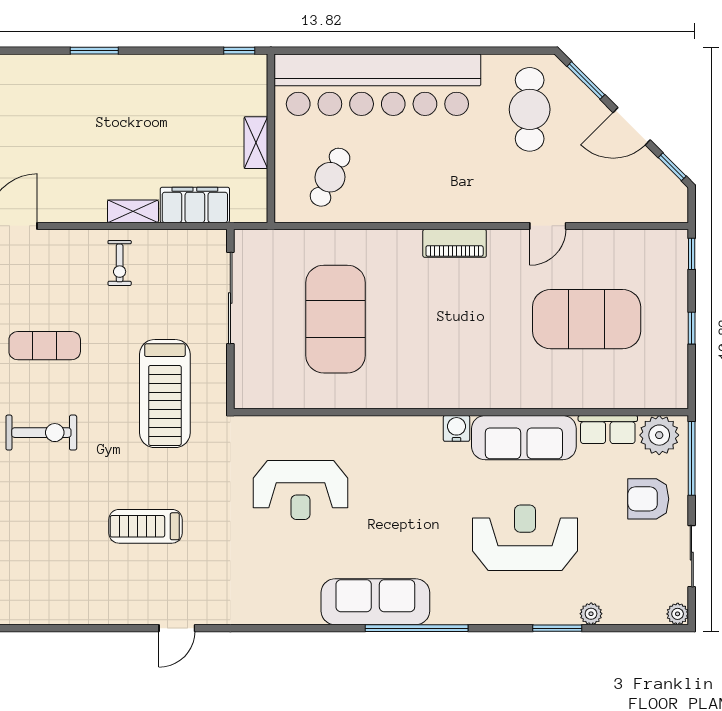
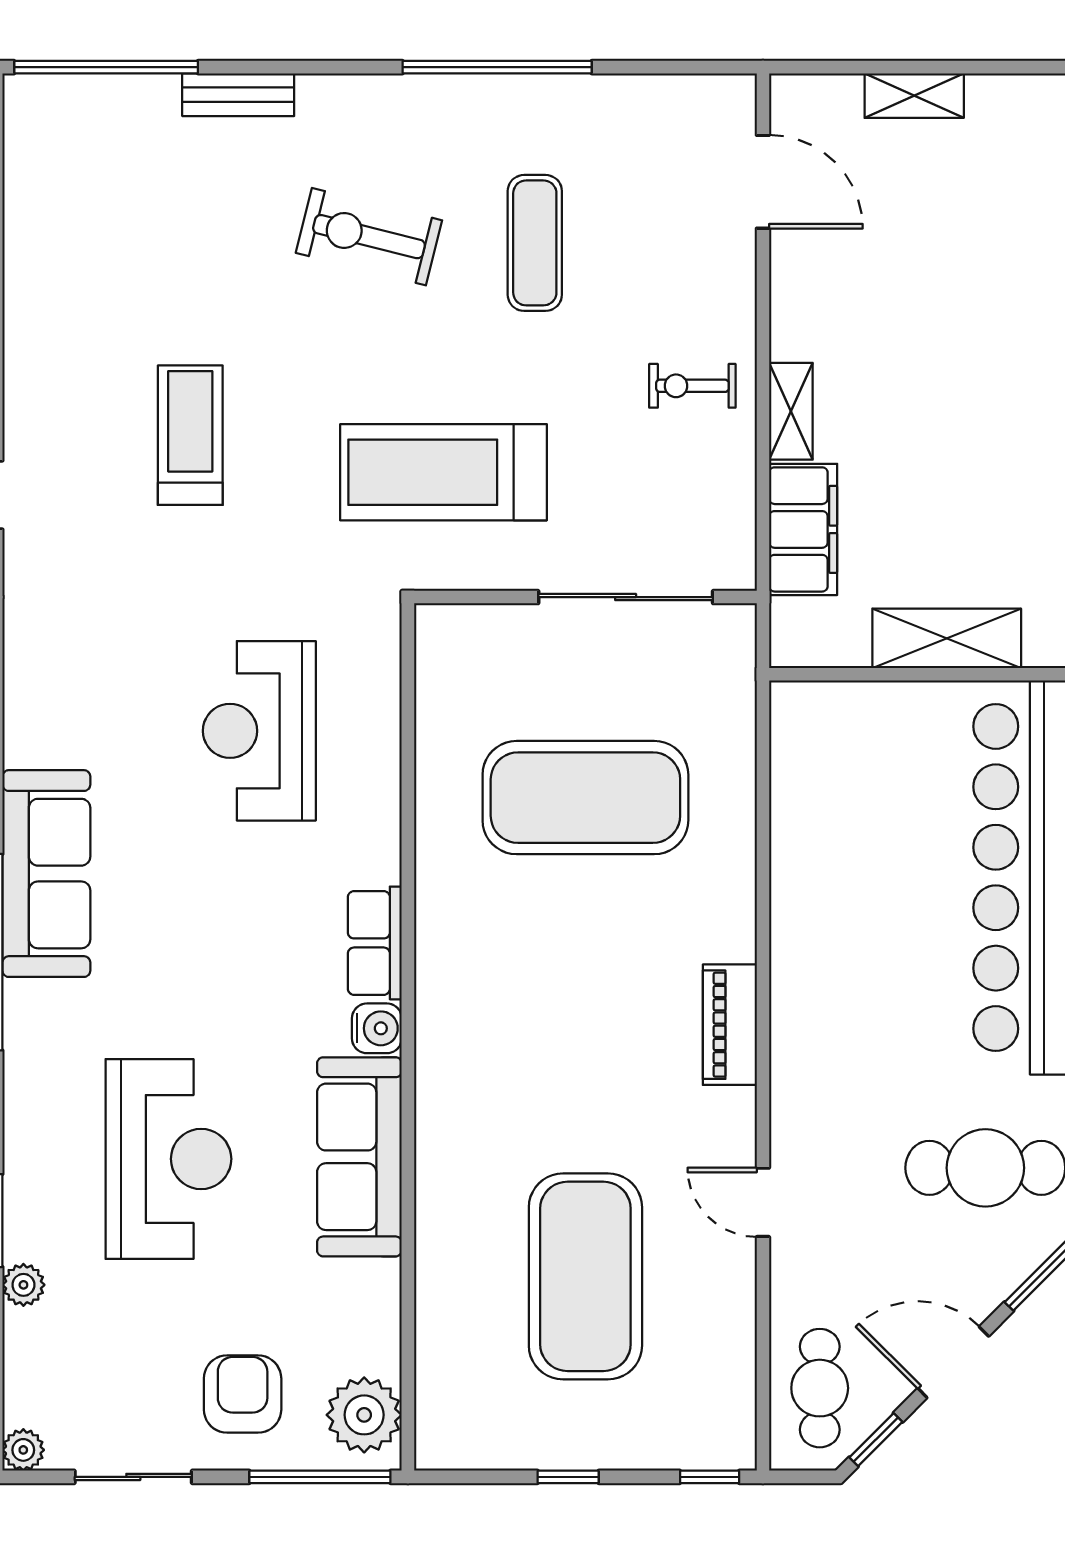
door: (632, 126) -> (953, 1362), hinge flipped
shelving: (256, 143) -> (947, 638), width x1.50, depth x1.33
cafe table: (330, 177) -> (820, 1388), moved, turned 64
row of seats: (608, 430) -> (375, 943), moved
exercise bike: (41, 433) -> (369, 237), turned 104

